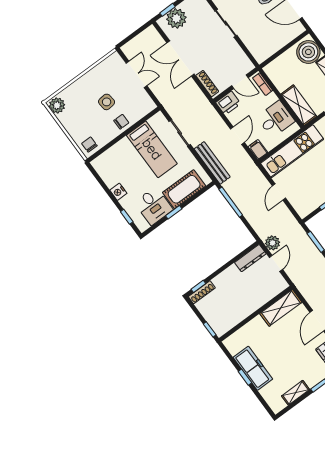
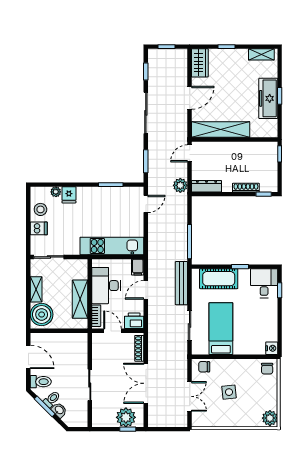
double door: (181, 59) -> (146, 383), swing flipped
double door: (136, 74) -> (190, 396), swing flipped
shelving: (299, 105) -> (80, 299), moved
desk: (276, 119) -> (106, 286), width x1.37
chair: (121, 122) -> (204, 367), moved
nightstand: (118, 192) -> (272, 348), moved
door: (279, 192) -> (146, 204), moved
desk: (154, 206) -> (264, 283), moved
door: (276, 263) -> (190, 153), moved
shoe rack: (202, 292) -> (246, 188), moved
shelving: (281, 308) -> (221, 130), width x1.47
shelving: (296, 393) -> (261, 54), moved

